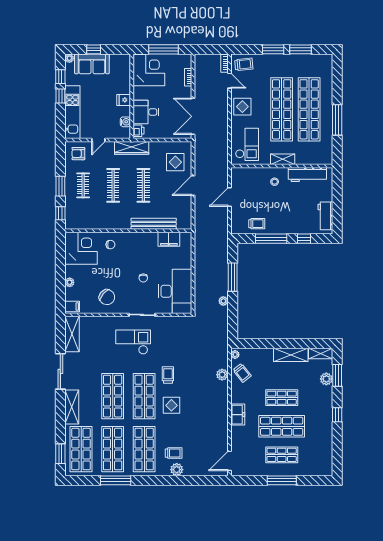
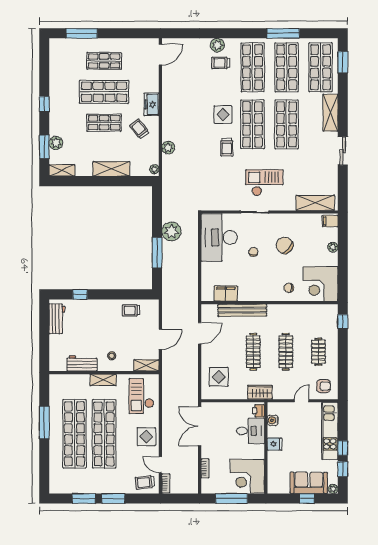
double door: (193, 116) -> (200, 426), swing flipped
wardrobe: (132, 148) -> (260, 392), width x0.67
shelving: (243, 173) -> (146, 365), added
workbench: (307, 175) -> (82, 363), width x0.73
window: (60, 186) -> (343, 351), removed
door: (193, 186) -> (200, 333), moved
window: (271, 239) -> (115, 294), removed
chair: (107, 297) -> (285, 245), moved
plant: (223, 301) -> (171, 231), width x1.88, depth x1.88
shelving: (72, 334) -> (315, 203), moved, turned 90
checkout: (133, 342) -> (264, 183), turned 180
shelving: (291, 355) -> (111, 169), moved
sliding door: (60, 371) -> (343, 151), width x0.73
trolley: (242, 373) -> (139, 129), moved
window: (282, 480) -> (82, 33), moved

